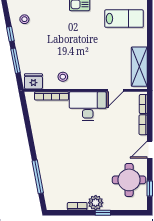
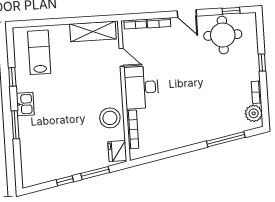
stool: (24, 19) -> (47, 166), removed
stool: (63, 77) -> (110, 118), width x1.89, depth x1.89
plant: (96, 203) -> (254, 113), moved

